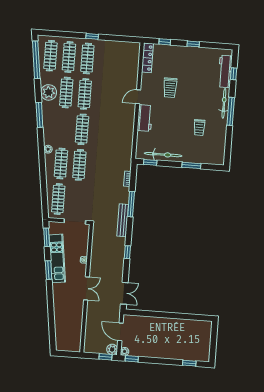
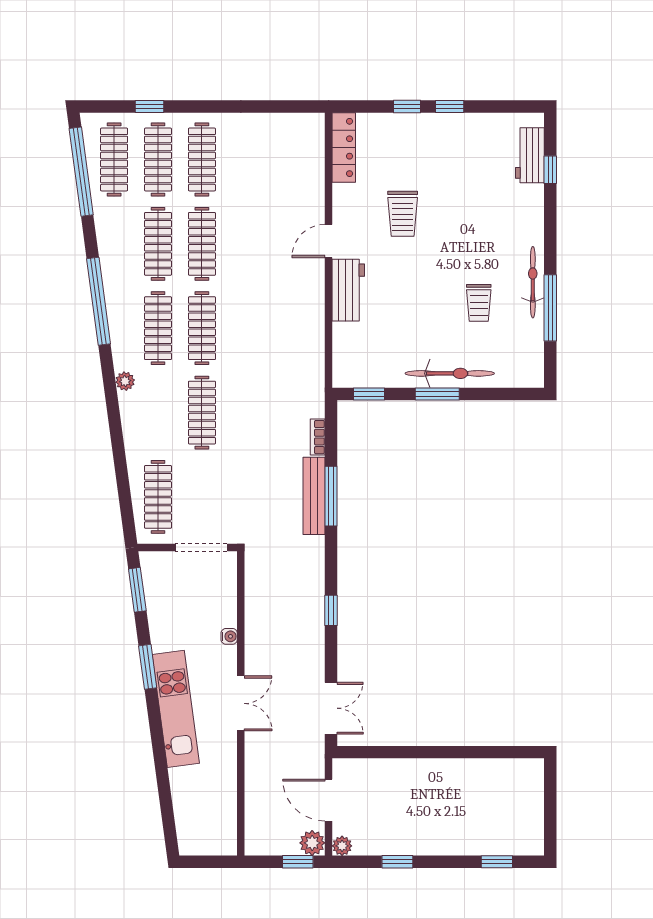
window: (92, 36) -> (150, 106), moved
window: (165, 42) -> (407, 106), moved
workbench: (225, 71) -> (530, 155), width x0.73
plant: (49, 92) -> (116, 247), removed
bicycle: (224, 103) -> (533, 282), moved
window: (231, 111) -> (550, 308), moved
window: (39, 115) -> (99, 301), width x1.46
bicycle: (163, 155) -> (450, 373), moved
clothes rail: (61, 163) -> (158, 328), moved
window: (191, 165) -> (437, 394), moved
bench: (123, 220) -> (314, 496), moved
kitchen unit: (57, 258) -> (176, 709), moved
window: (132, 359) -> (397, 862), moved

